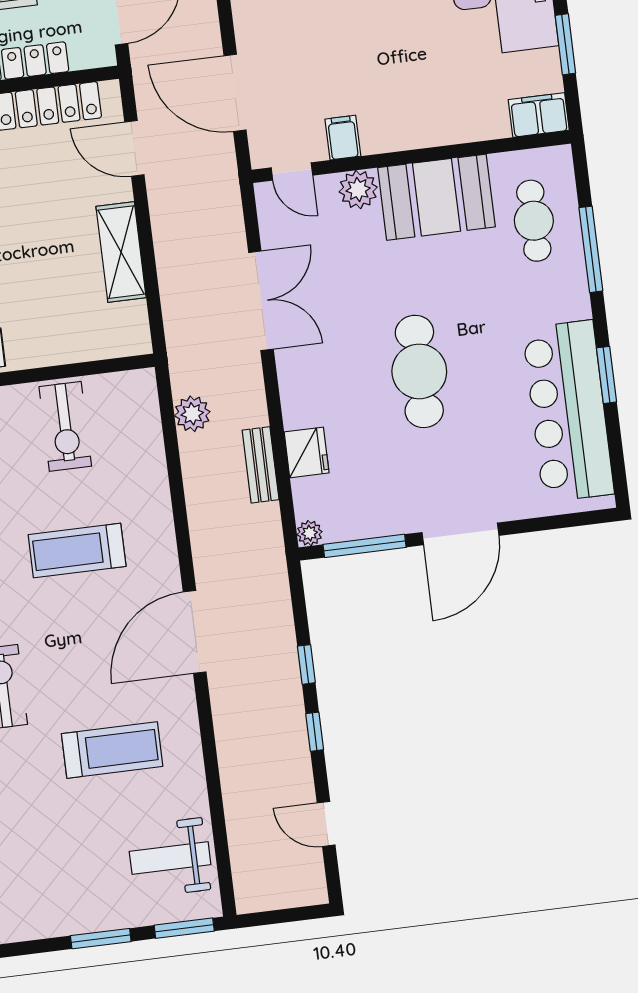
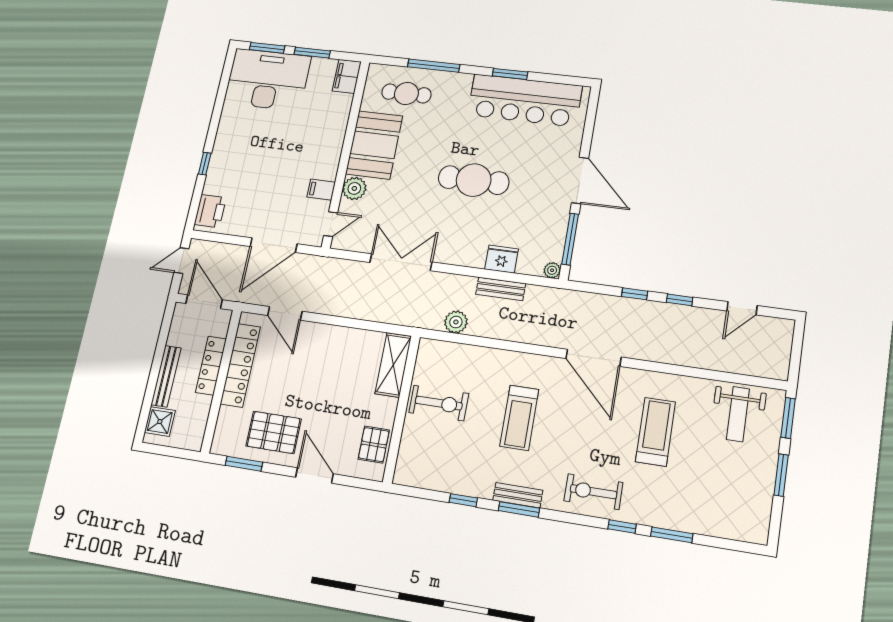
door: (134, 148) -> (285, 313), hinge flipped
shelving: (121, 252) -> (393, 365), moved, turned 90

